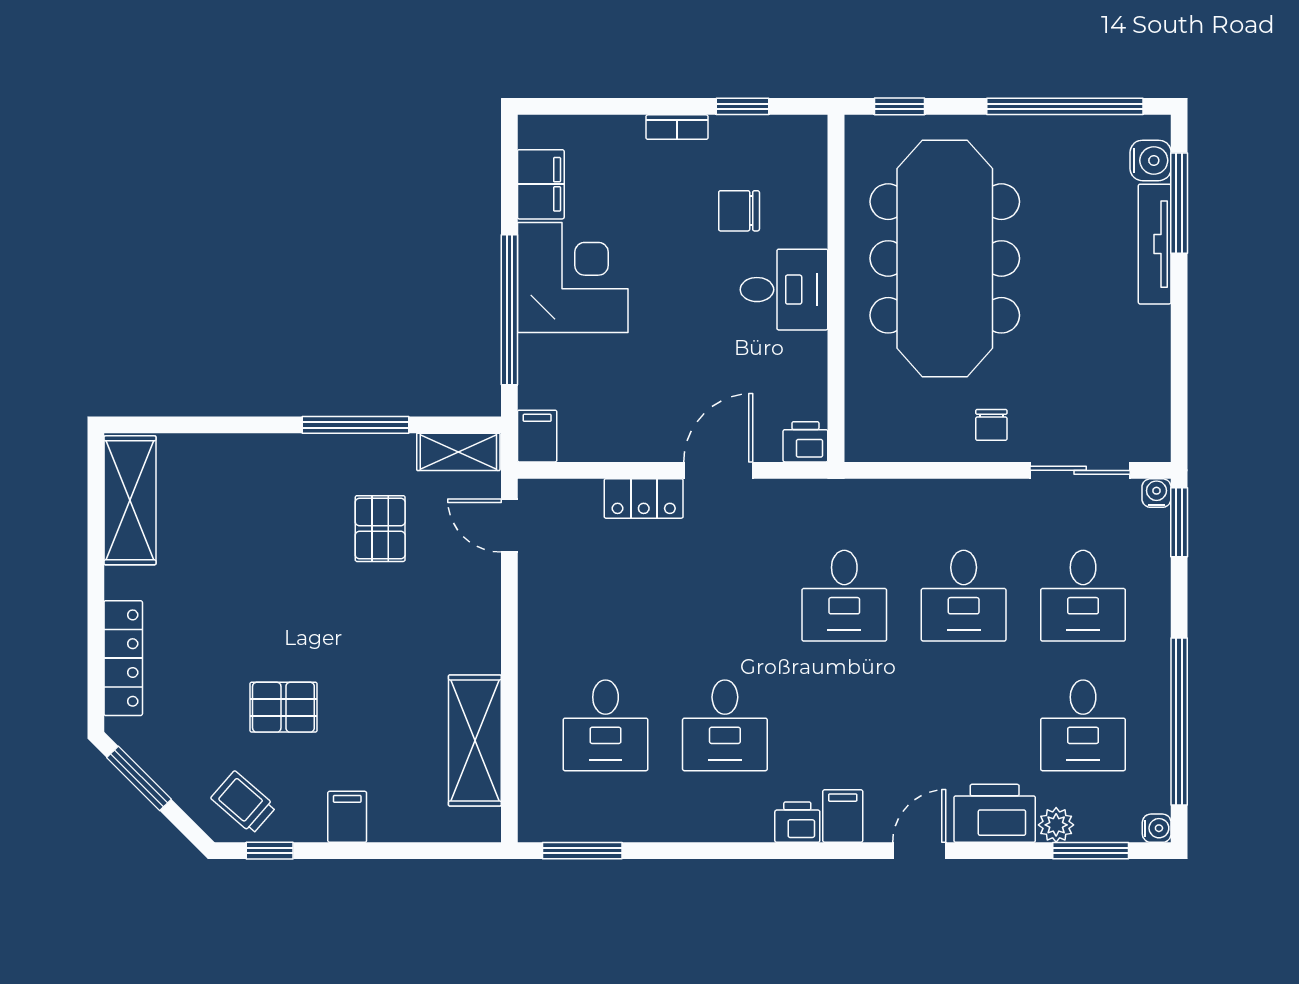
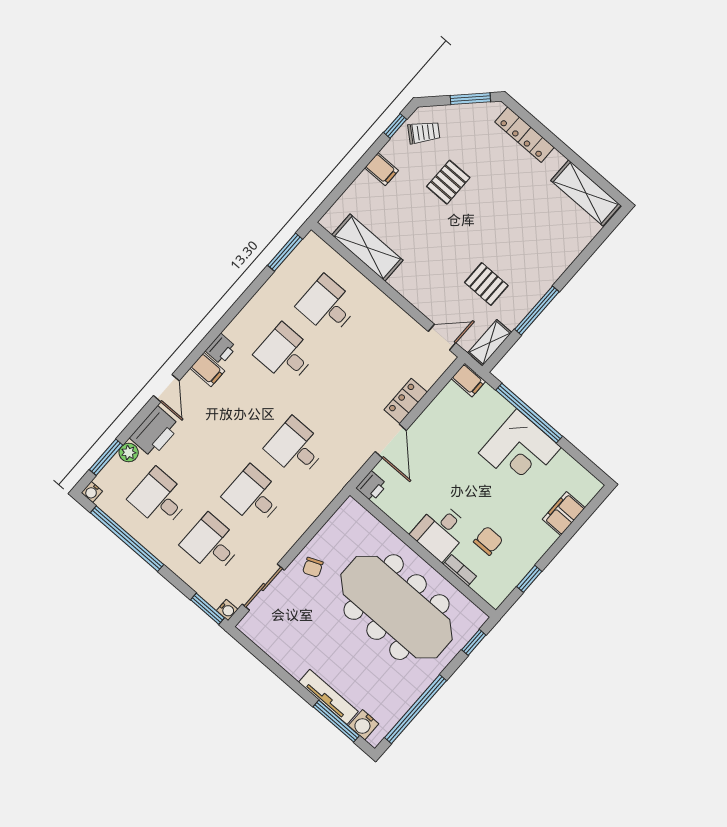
bookcase: (677, 127) -> (460, 570), moved, turned 90
filing cabinet: (541, 184) -> (564, 514), moved, turned 90
chair: (991, 425) -> (313, 567), turned -113

